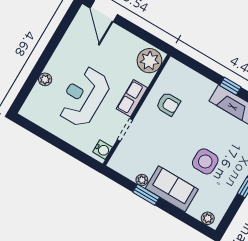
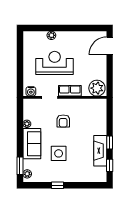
armchair: (168, 104) -> (63, 121), moved
window: (146, 195) -> (20, 166), moved

